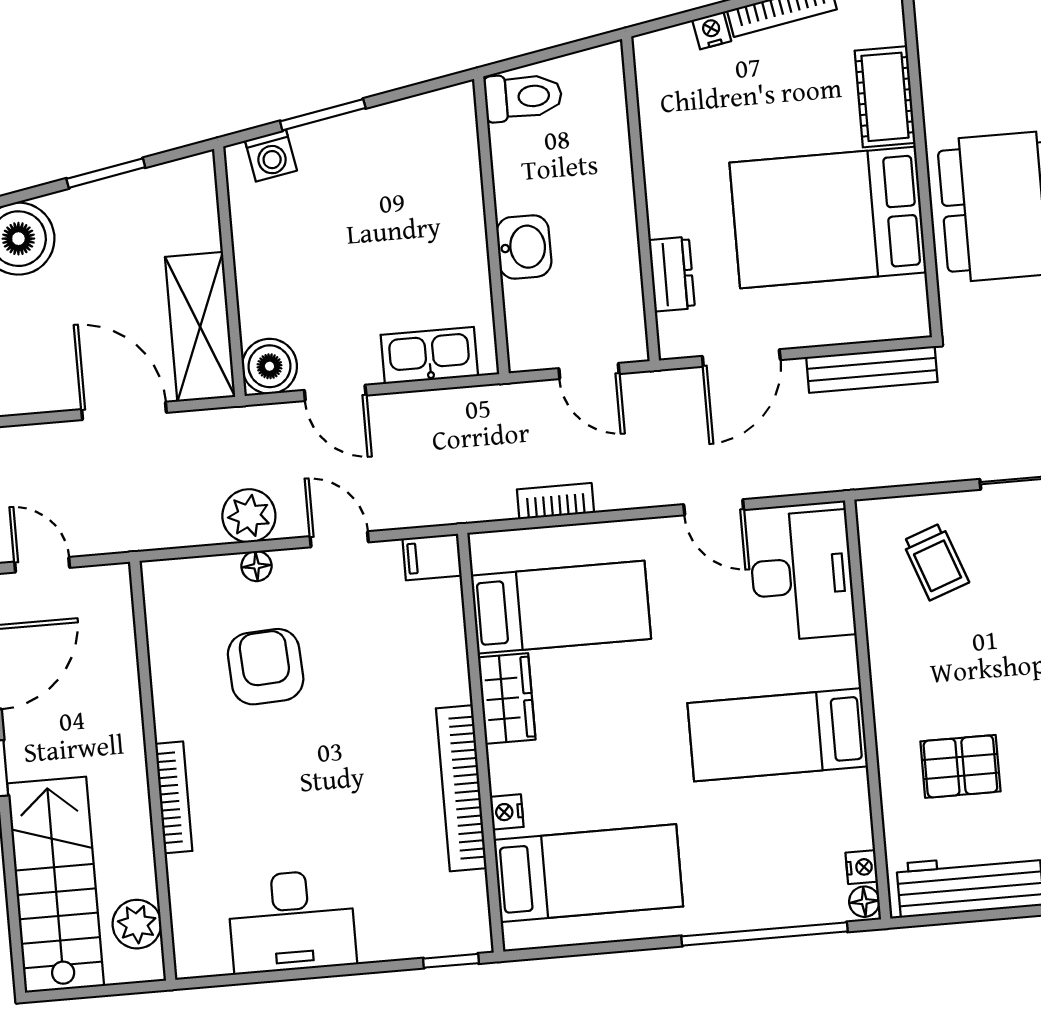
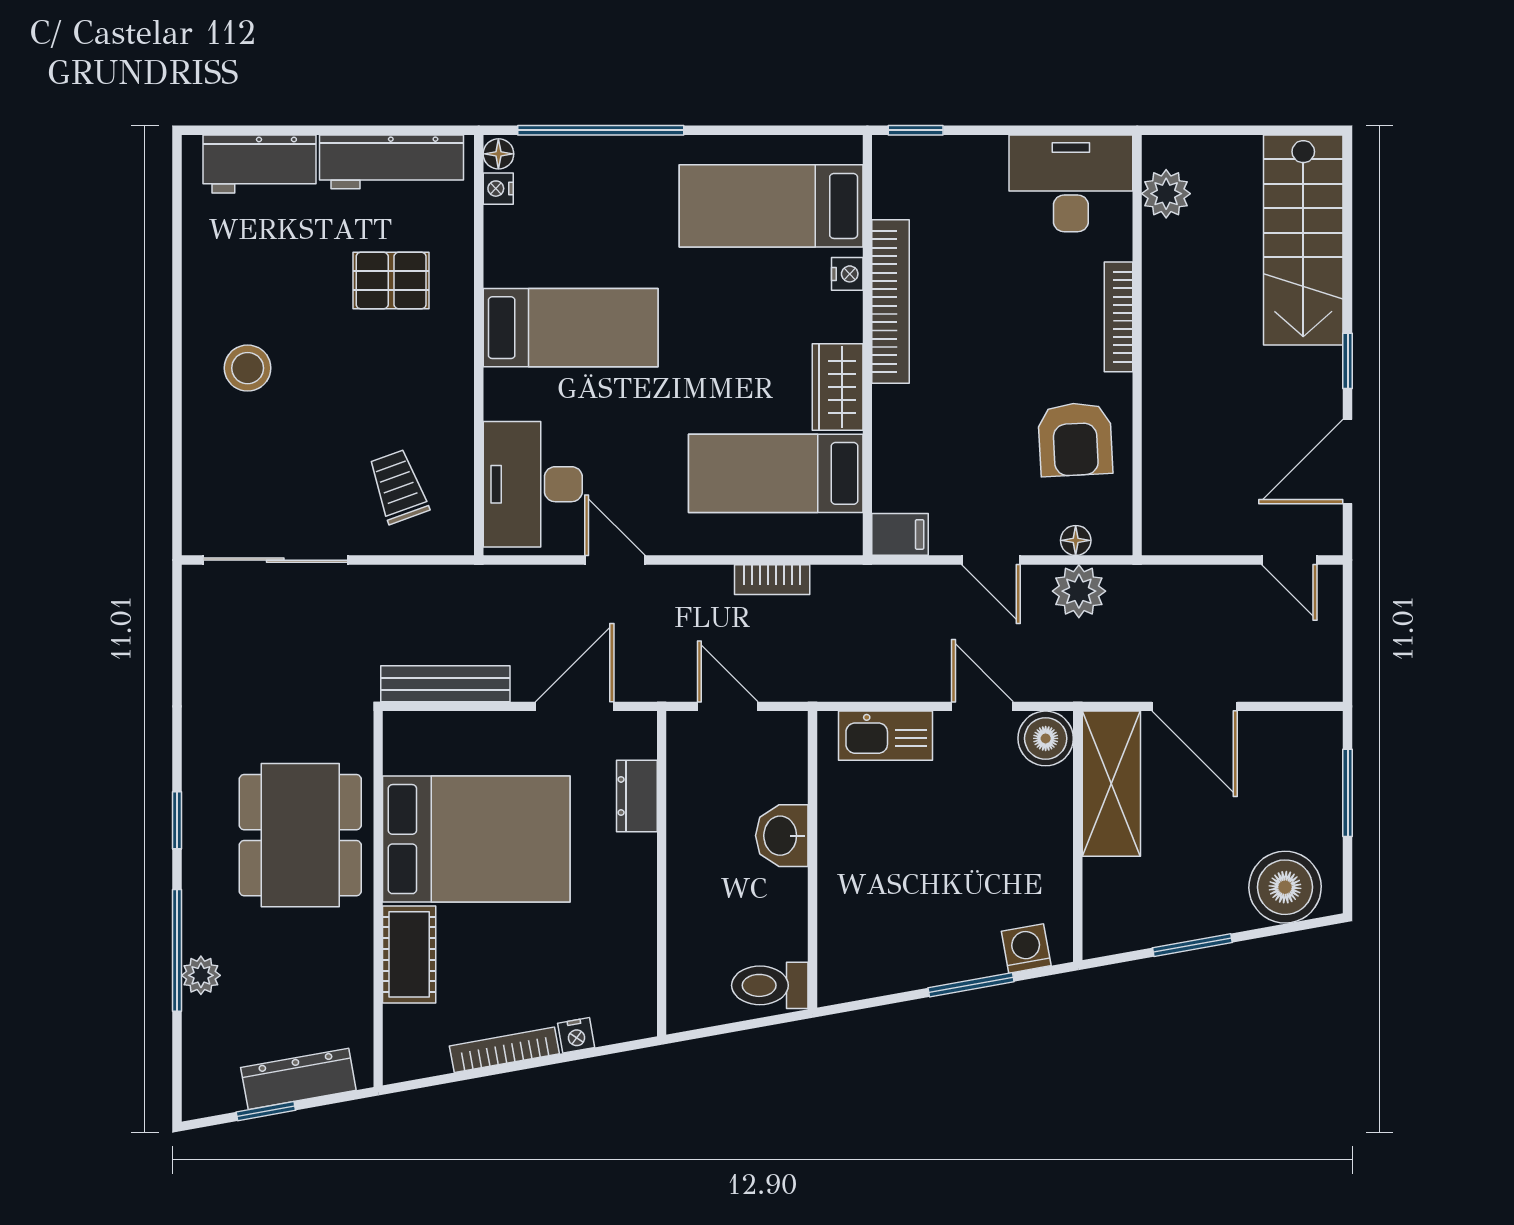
wall: (153, 771) -> (1137, 345), moved
bookcase: (174, 797) -> (1119, 317), moved
plant: (137, 924) -> (1166, 194), moved

